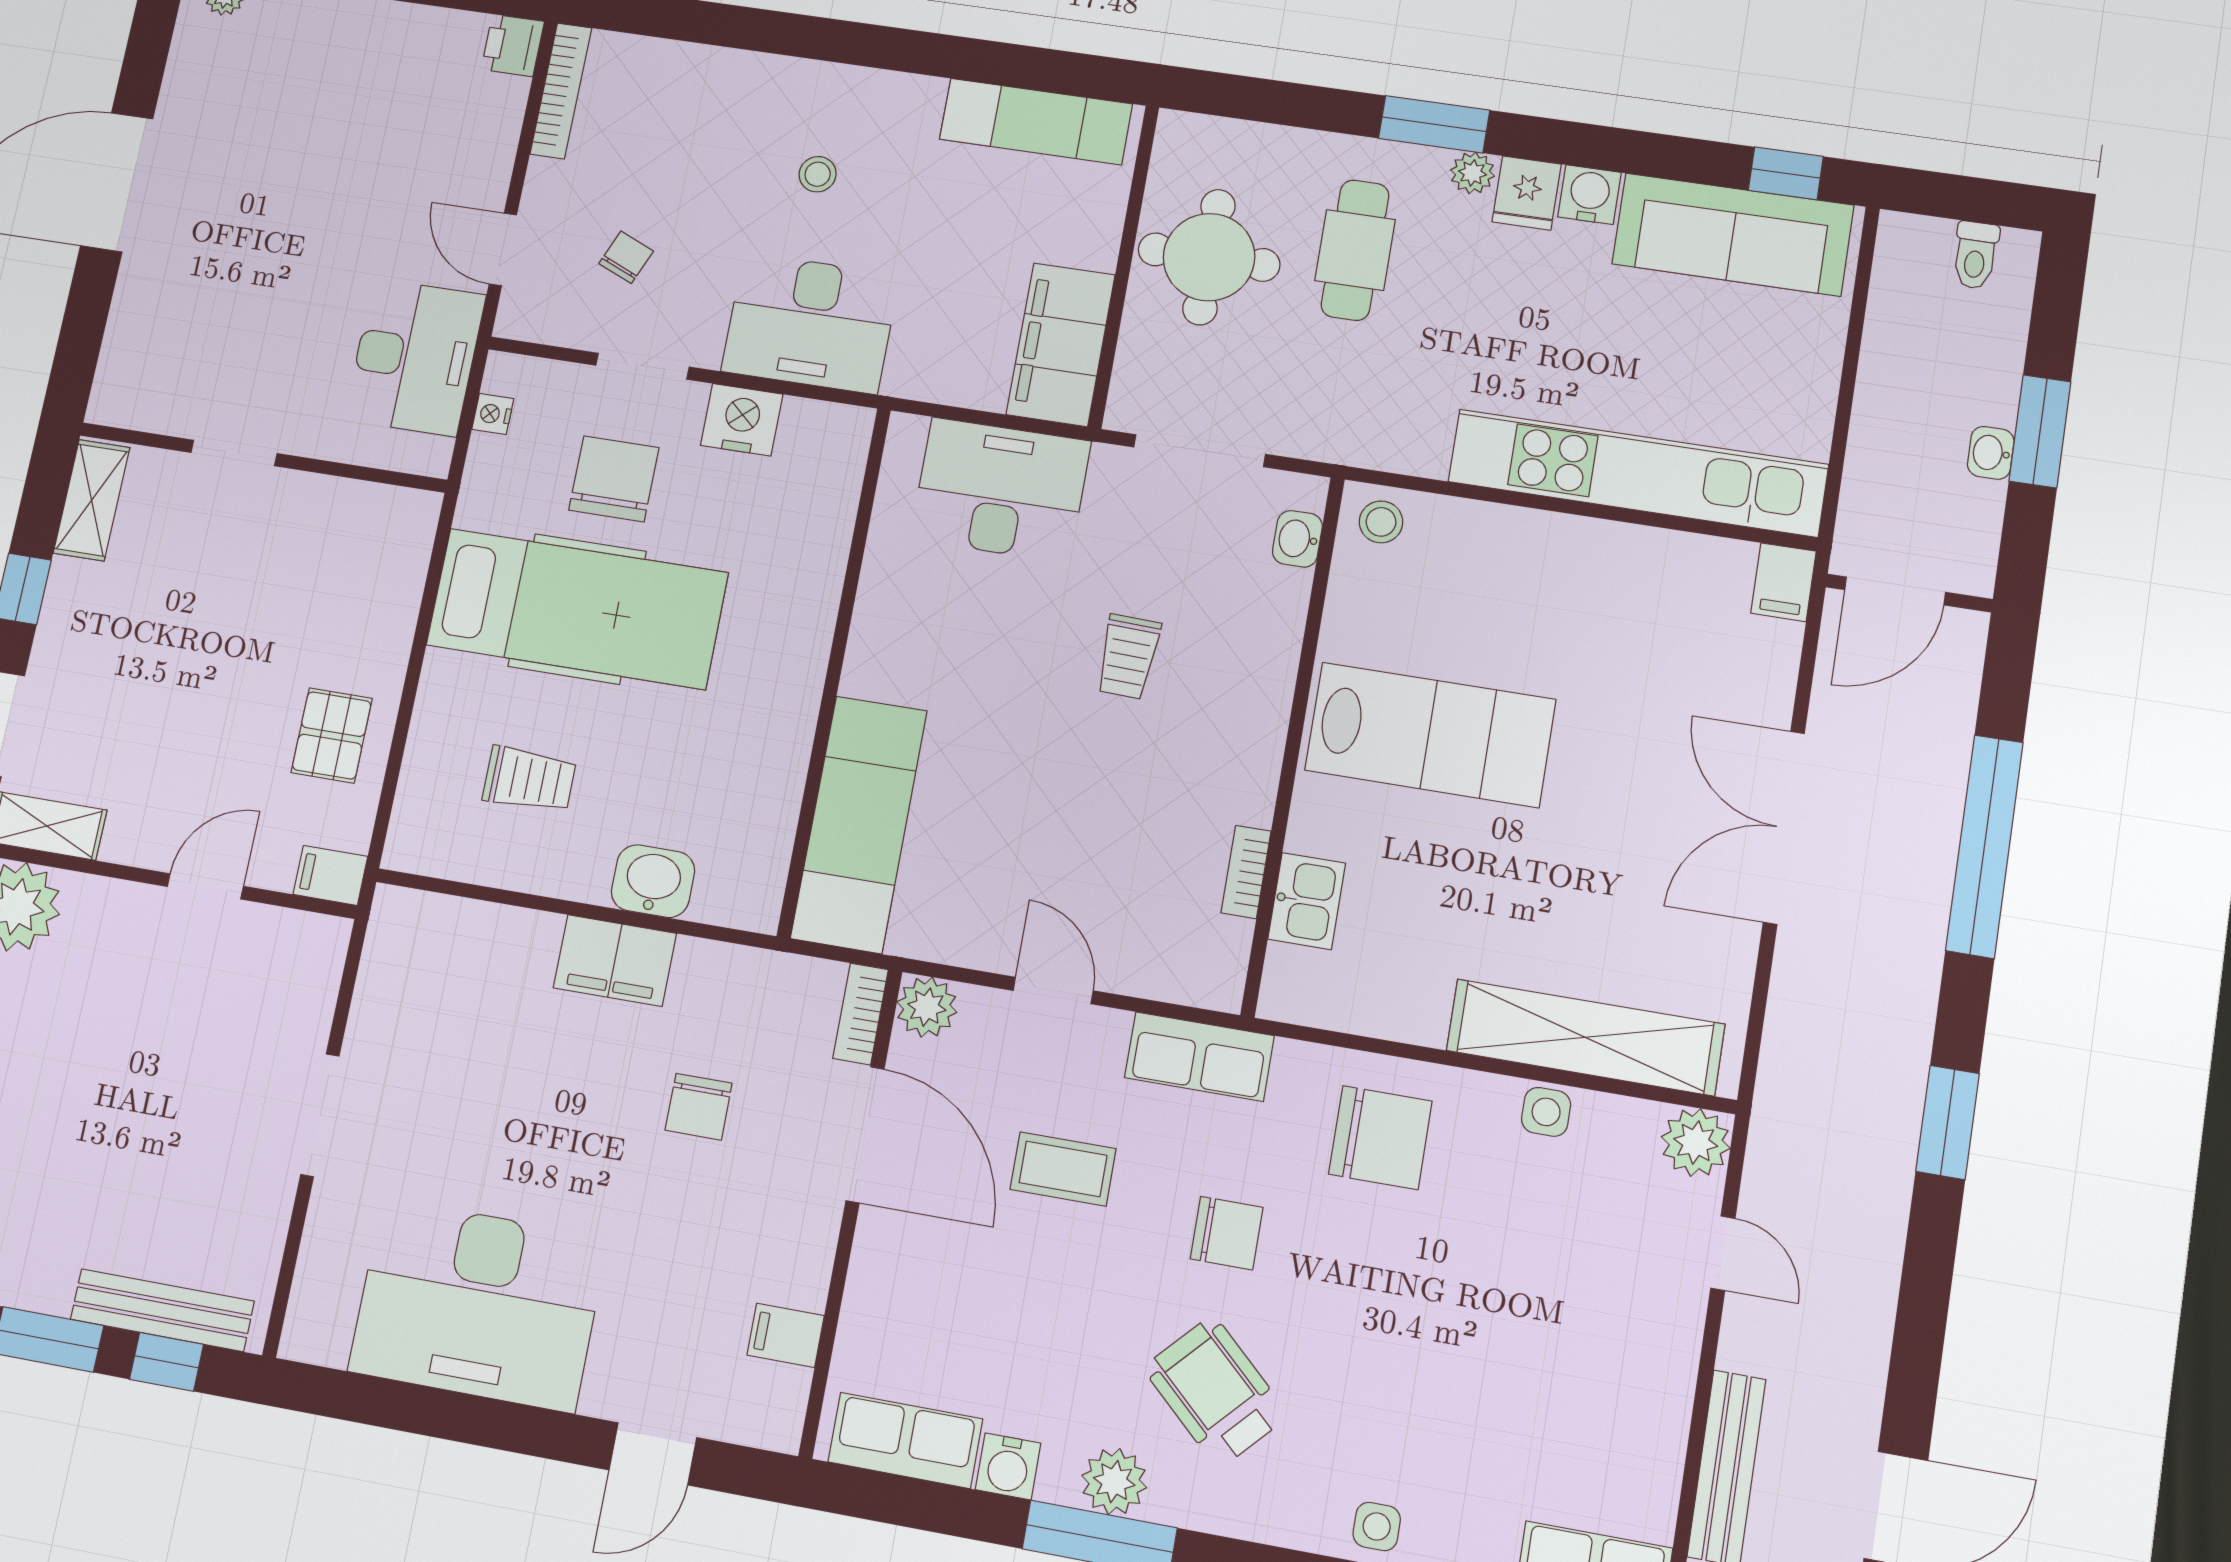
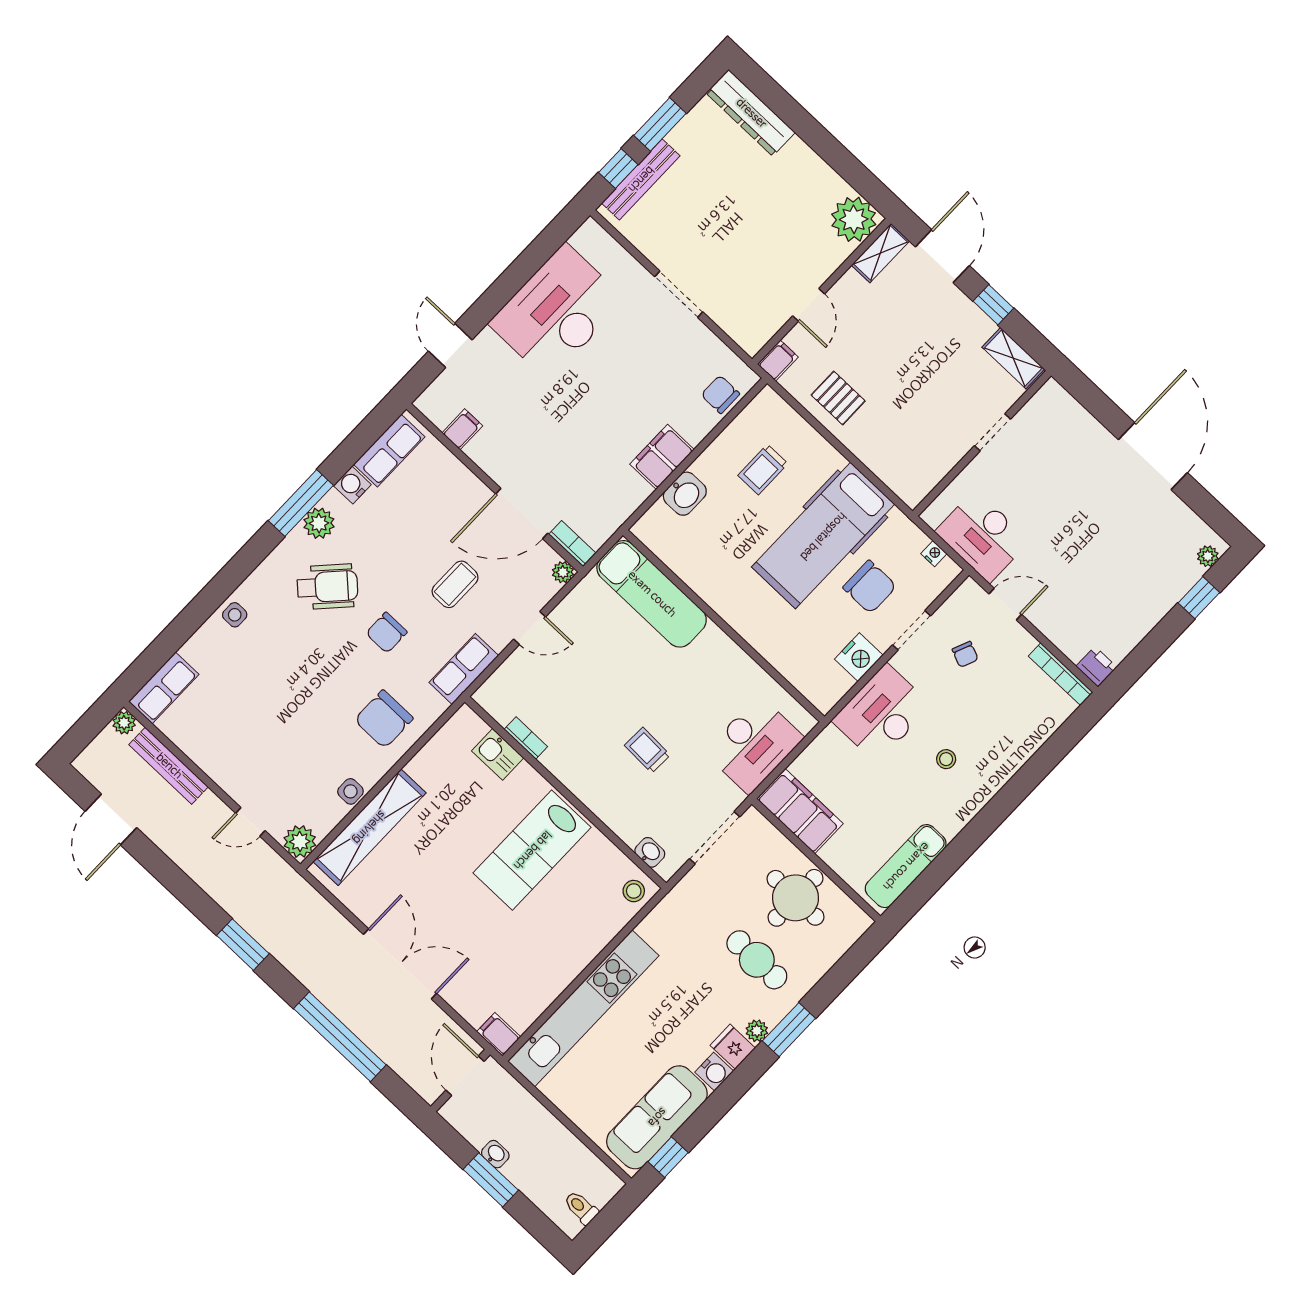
plant: (927, 1007) -> (563, 572), width x0.73, depth x0.73
chair: (699, 1107) -> (720, 394), moved

